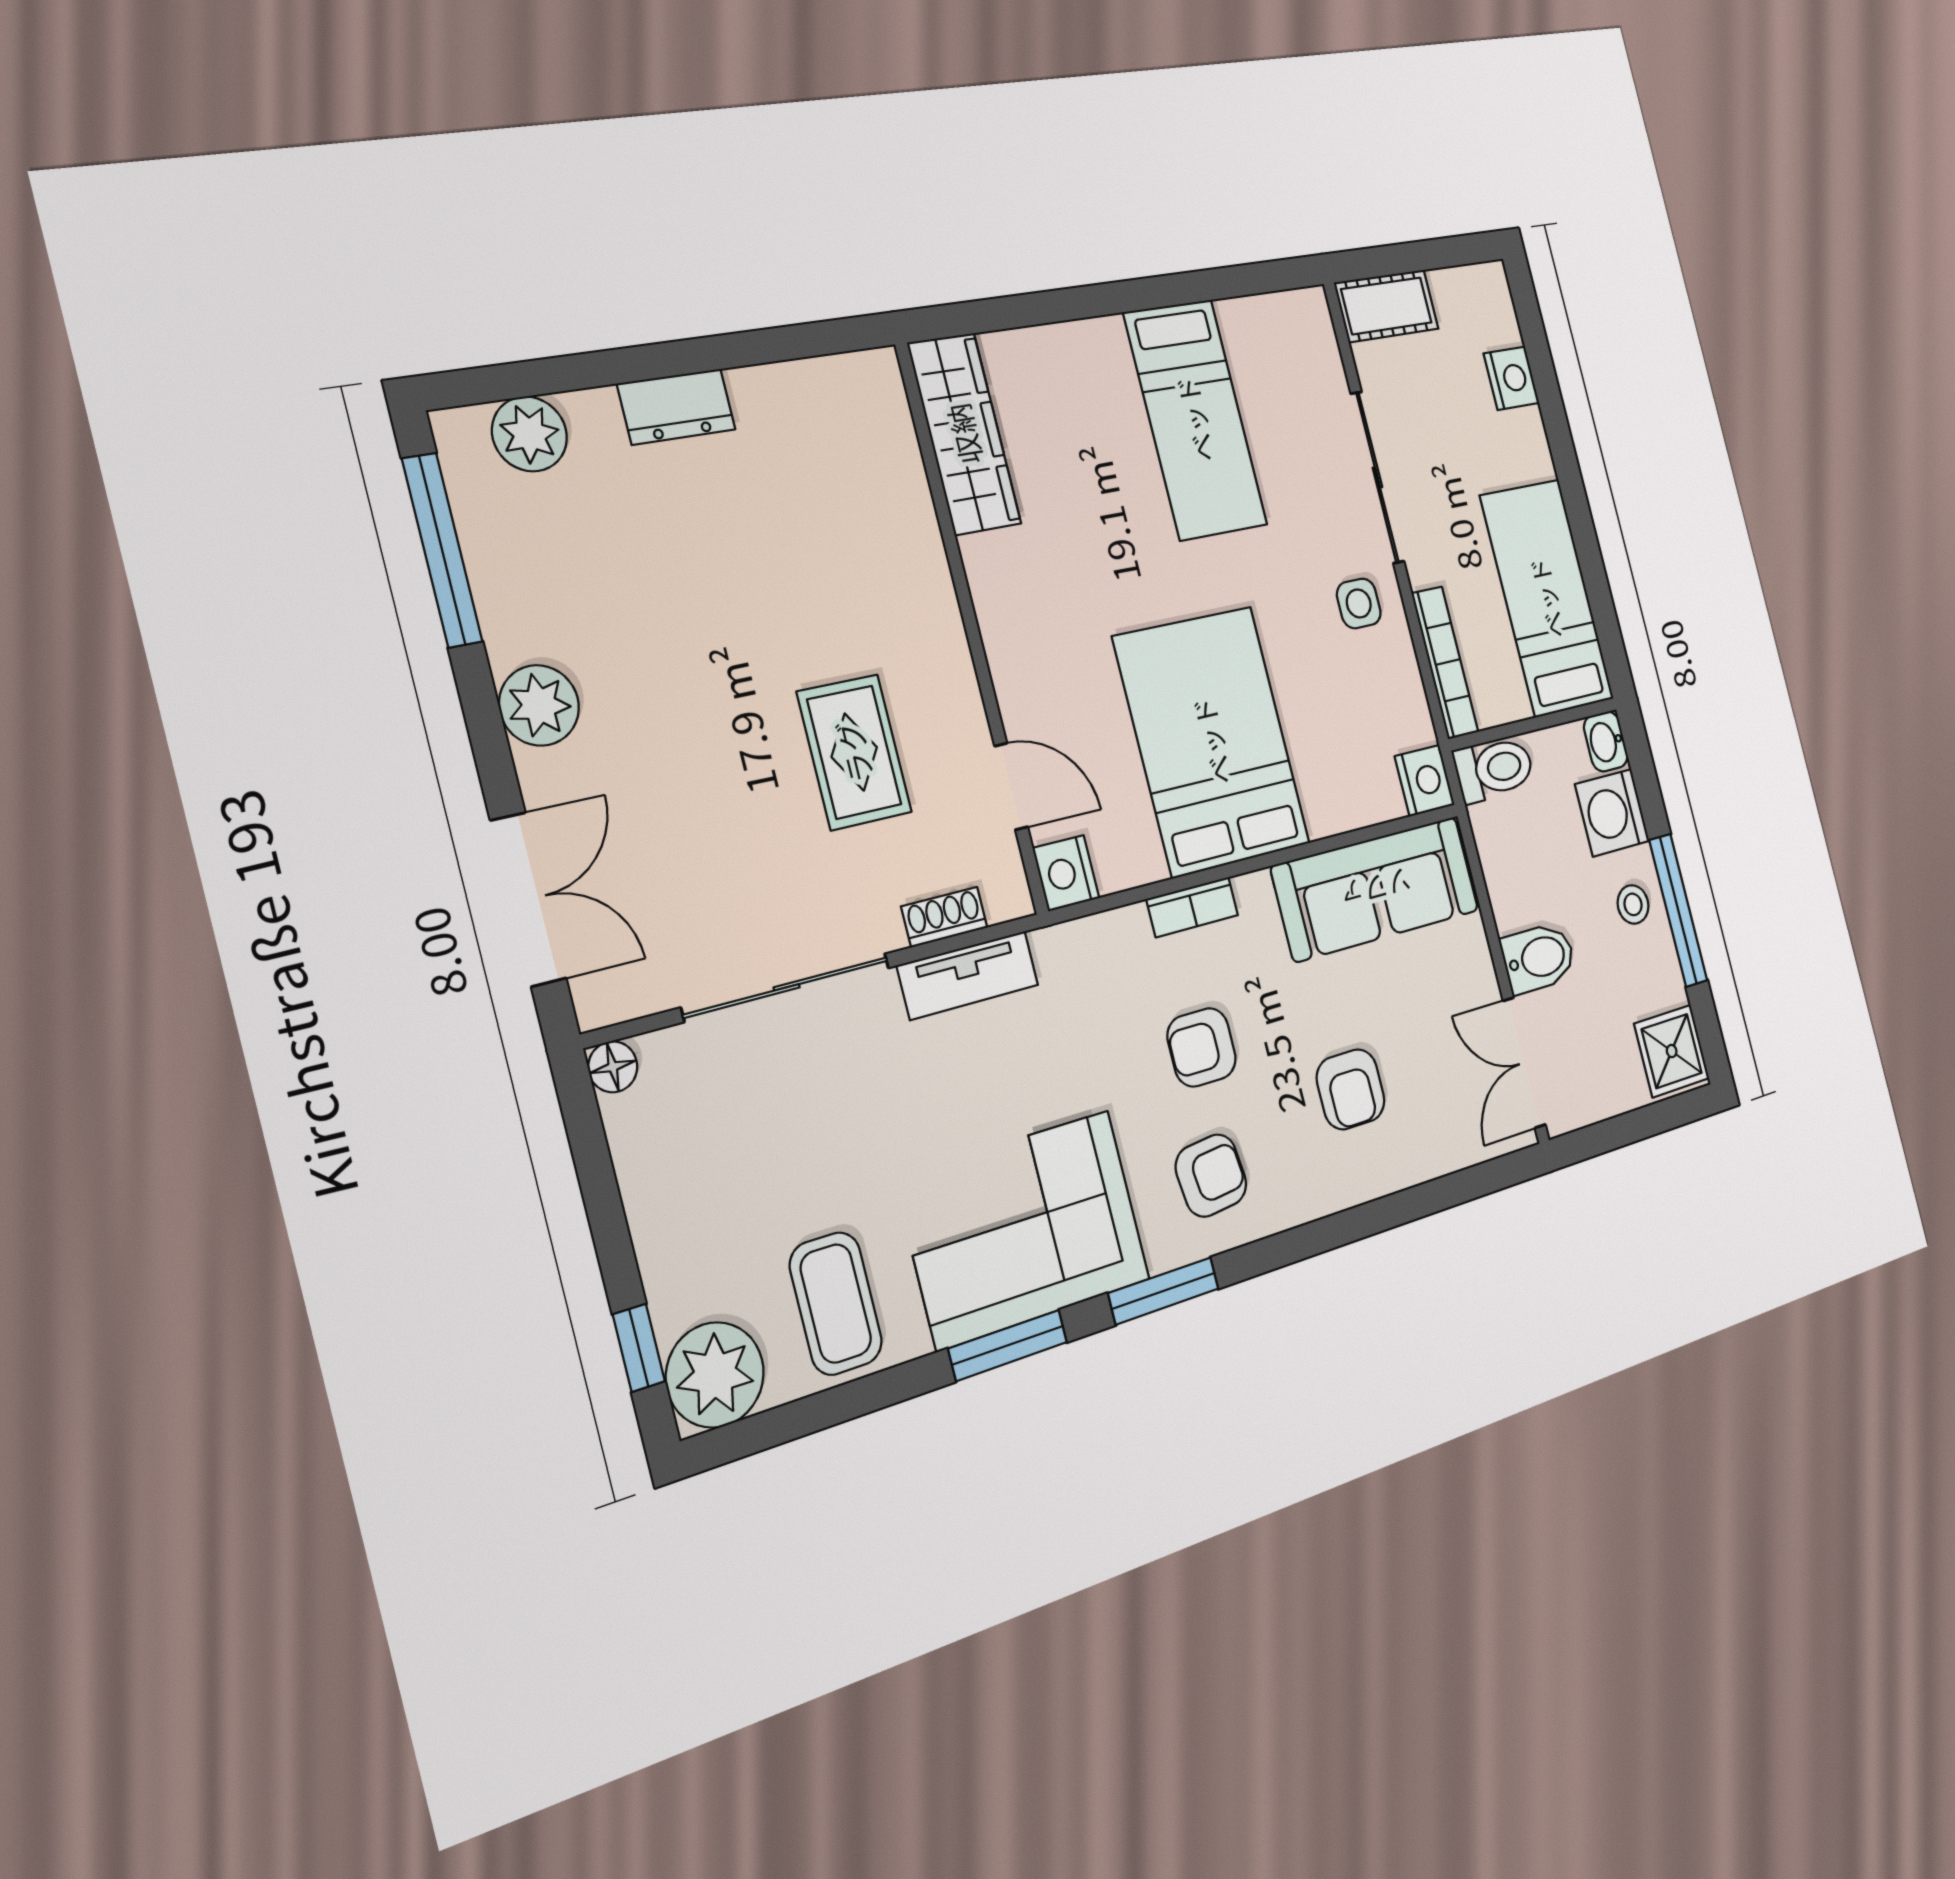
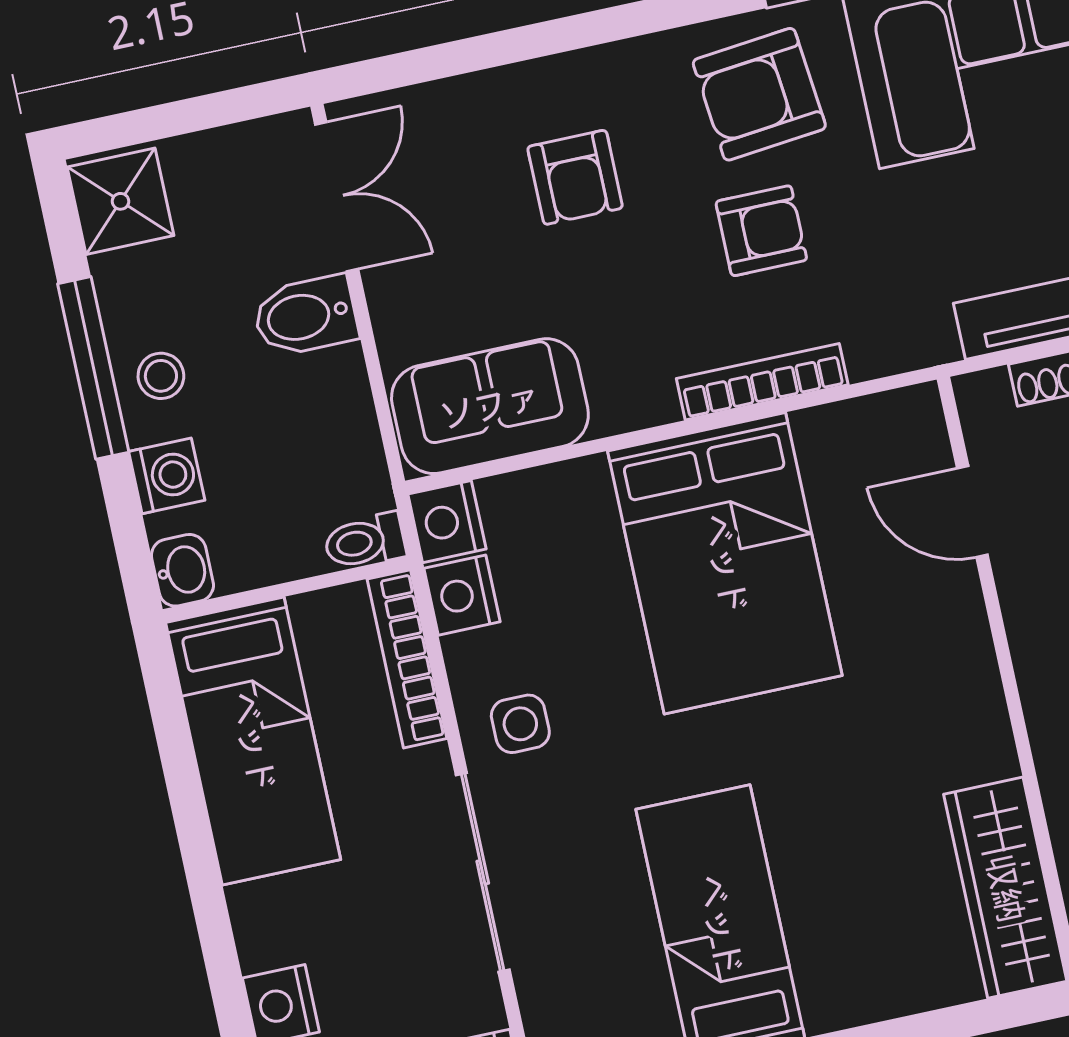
toilet: (1494, 769) -> (365, 541), width x0.73, depth x0.72
washing machine: (1612, 813) -> (167, 476), width x0.73, depth x0.73
nightstand: (1066, 873) -> (462, 595), moved, turned 180
sofa: (1376, 889) -> (490, 406), width x0.73
bookcase: (1192, 907) -> (762, 382), width x1.56
armchair: (1351, 1089) -> (575, 177), turned 180
armchair: (1211, 1176) -> (759, 94), width x1.38, depth x1.38

